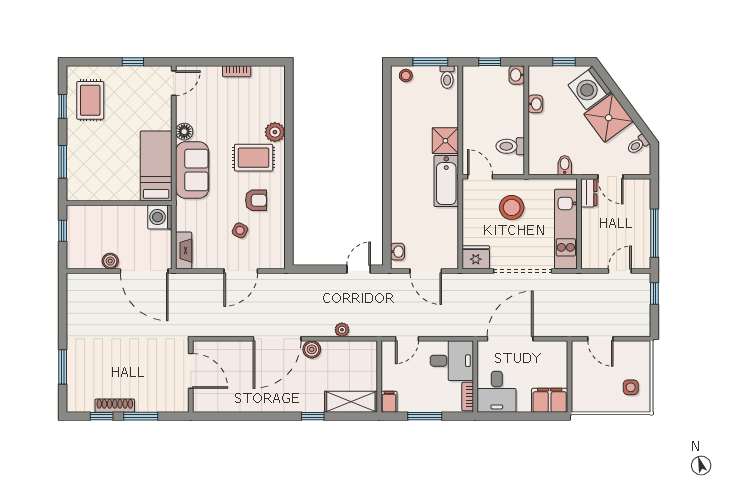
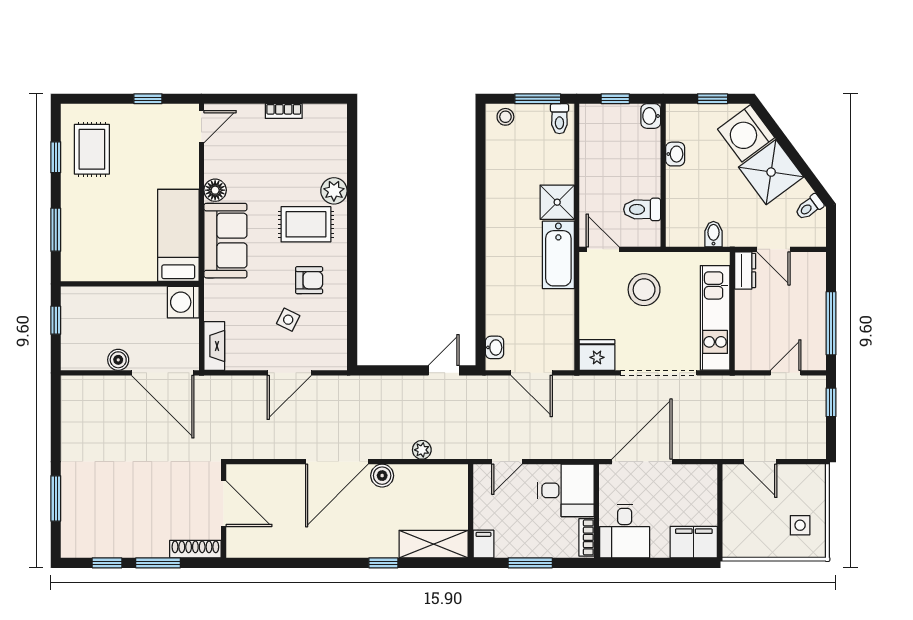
shoe rack: (115, 406) -> (195, 549), moved

